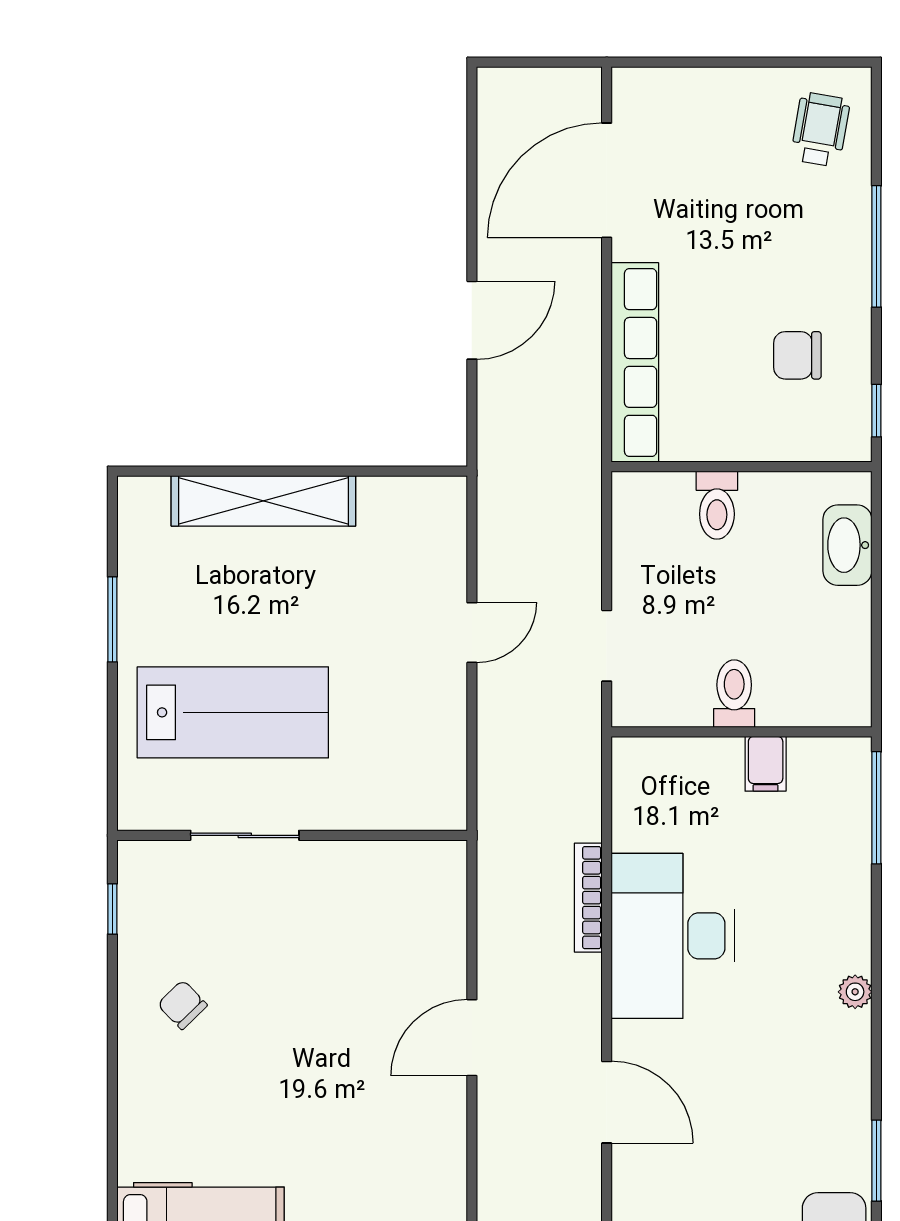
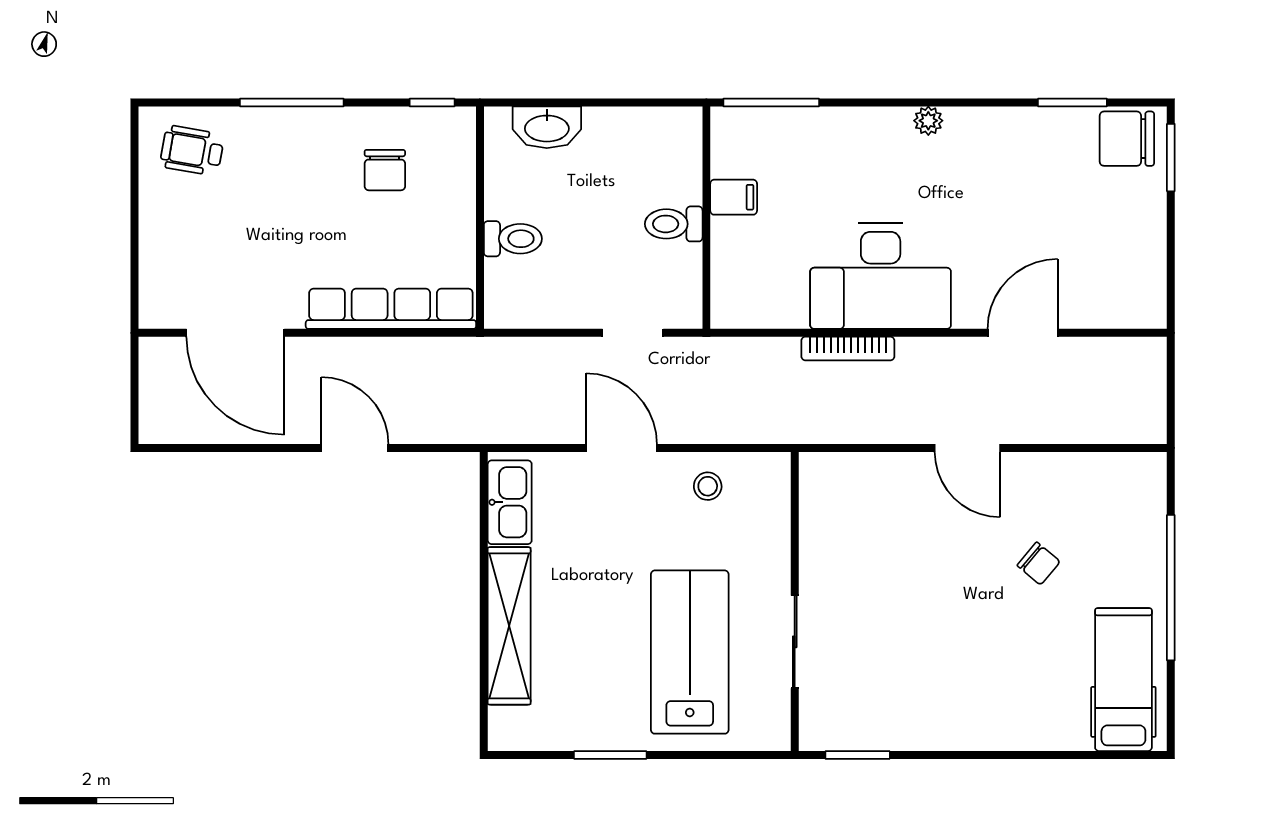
kitchen sink: (408, 502) -> (510, 502), added
door: (472, 633) -> (622, 448), width x1.38
stool: (427, 733) -> (708, 486), added
window: (112, 909) -> (858, 755), width x1.50
chair: (182, 1005) -> (1039, 564), moved, turned -96

